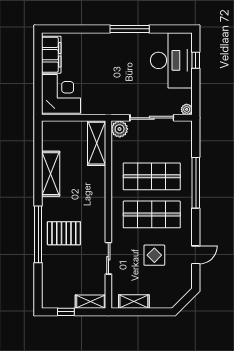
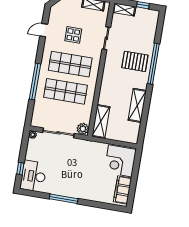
desk: (171, 60) -> (33, 176), width x0.73, depth x0.77

